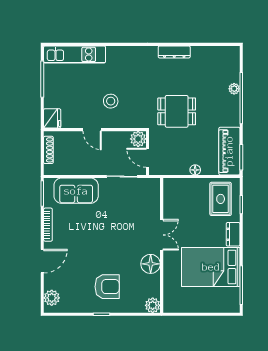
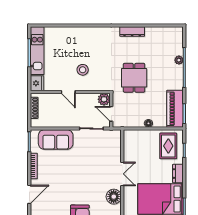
kitchen unit: (75, 54) -> (37, 51), moved, turned -90
dining table: (177, 111) -> (134, 78), turned 90

